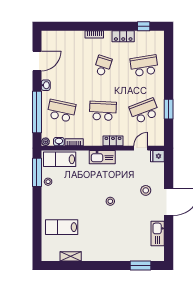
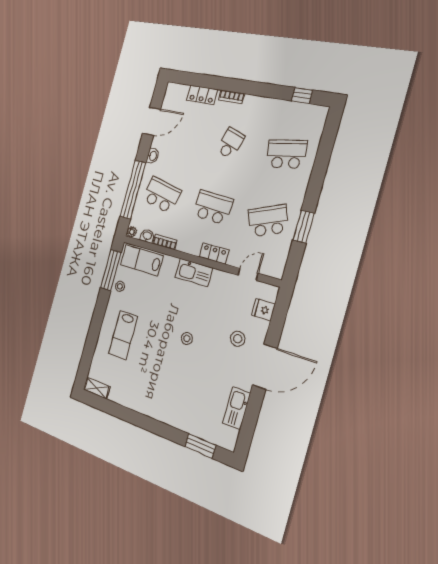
locker: (123, 36) -> (202, 95), moved
fridge: (157, 156) -> (263, 310), moved
lab bench: (62, 227) -> (123, 335), moved, turned -90
shelving: (71, 256) -> (97, 388), moved

